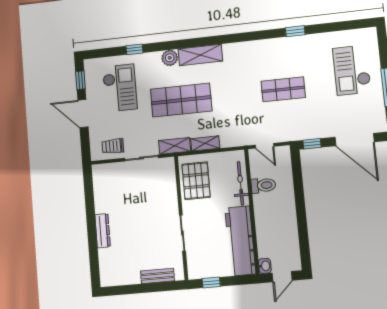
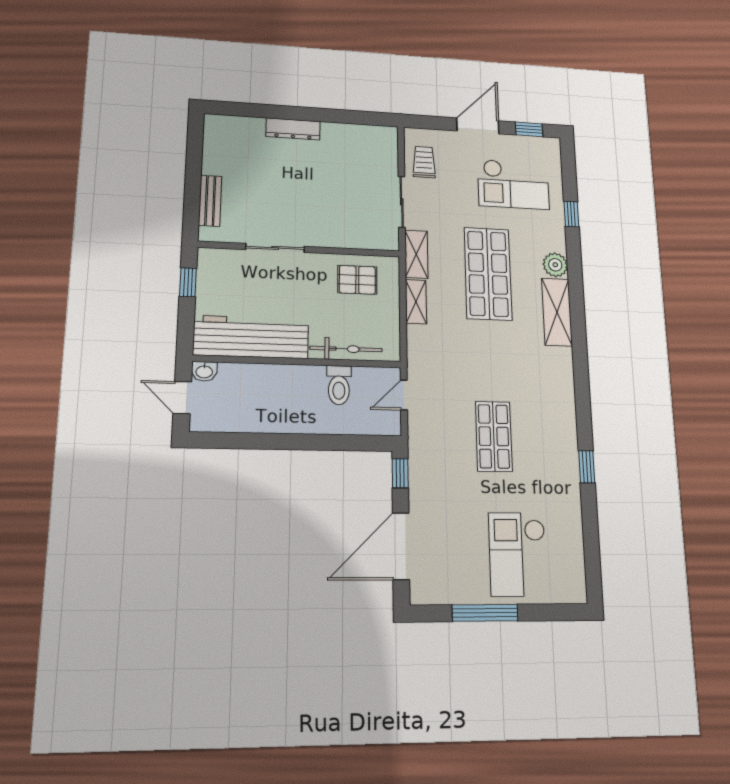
checkout: (352, 70) -> (518, 554), turned -90
pallet: (196, 181) -> (357, 280), width x0.67, depth x0.71

